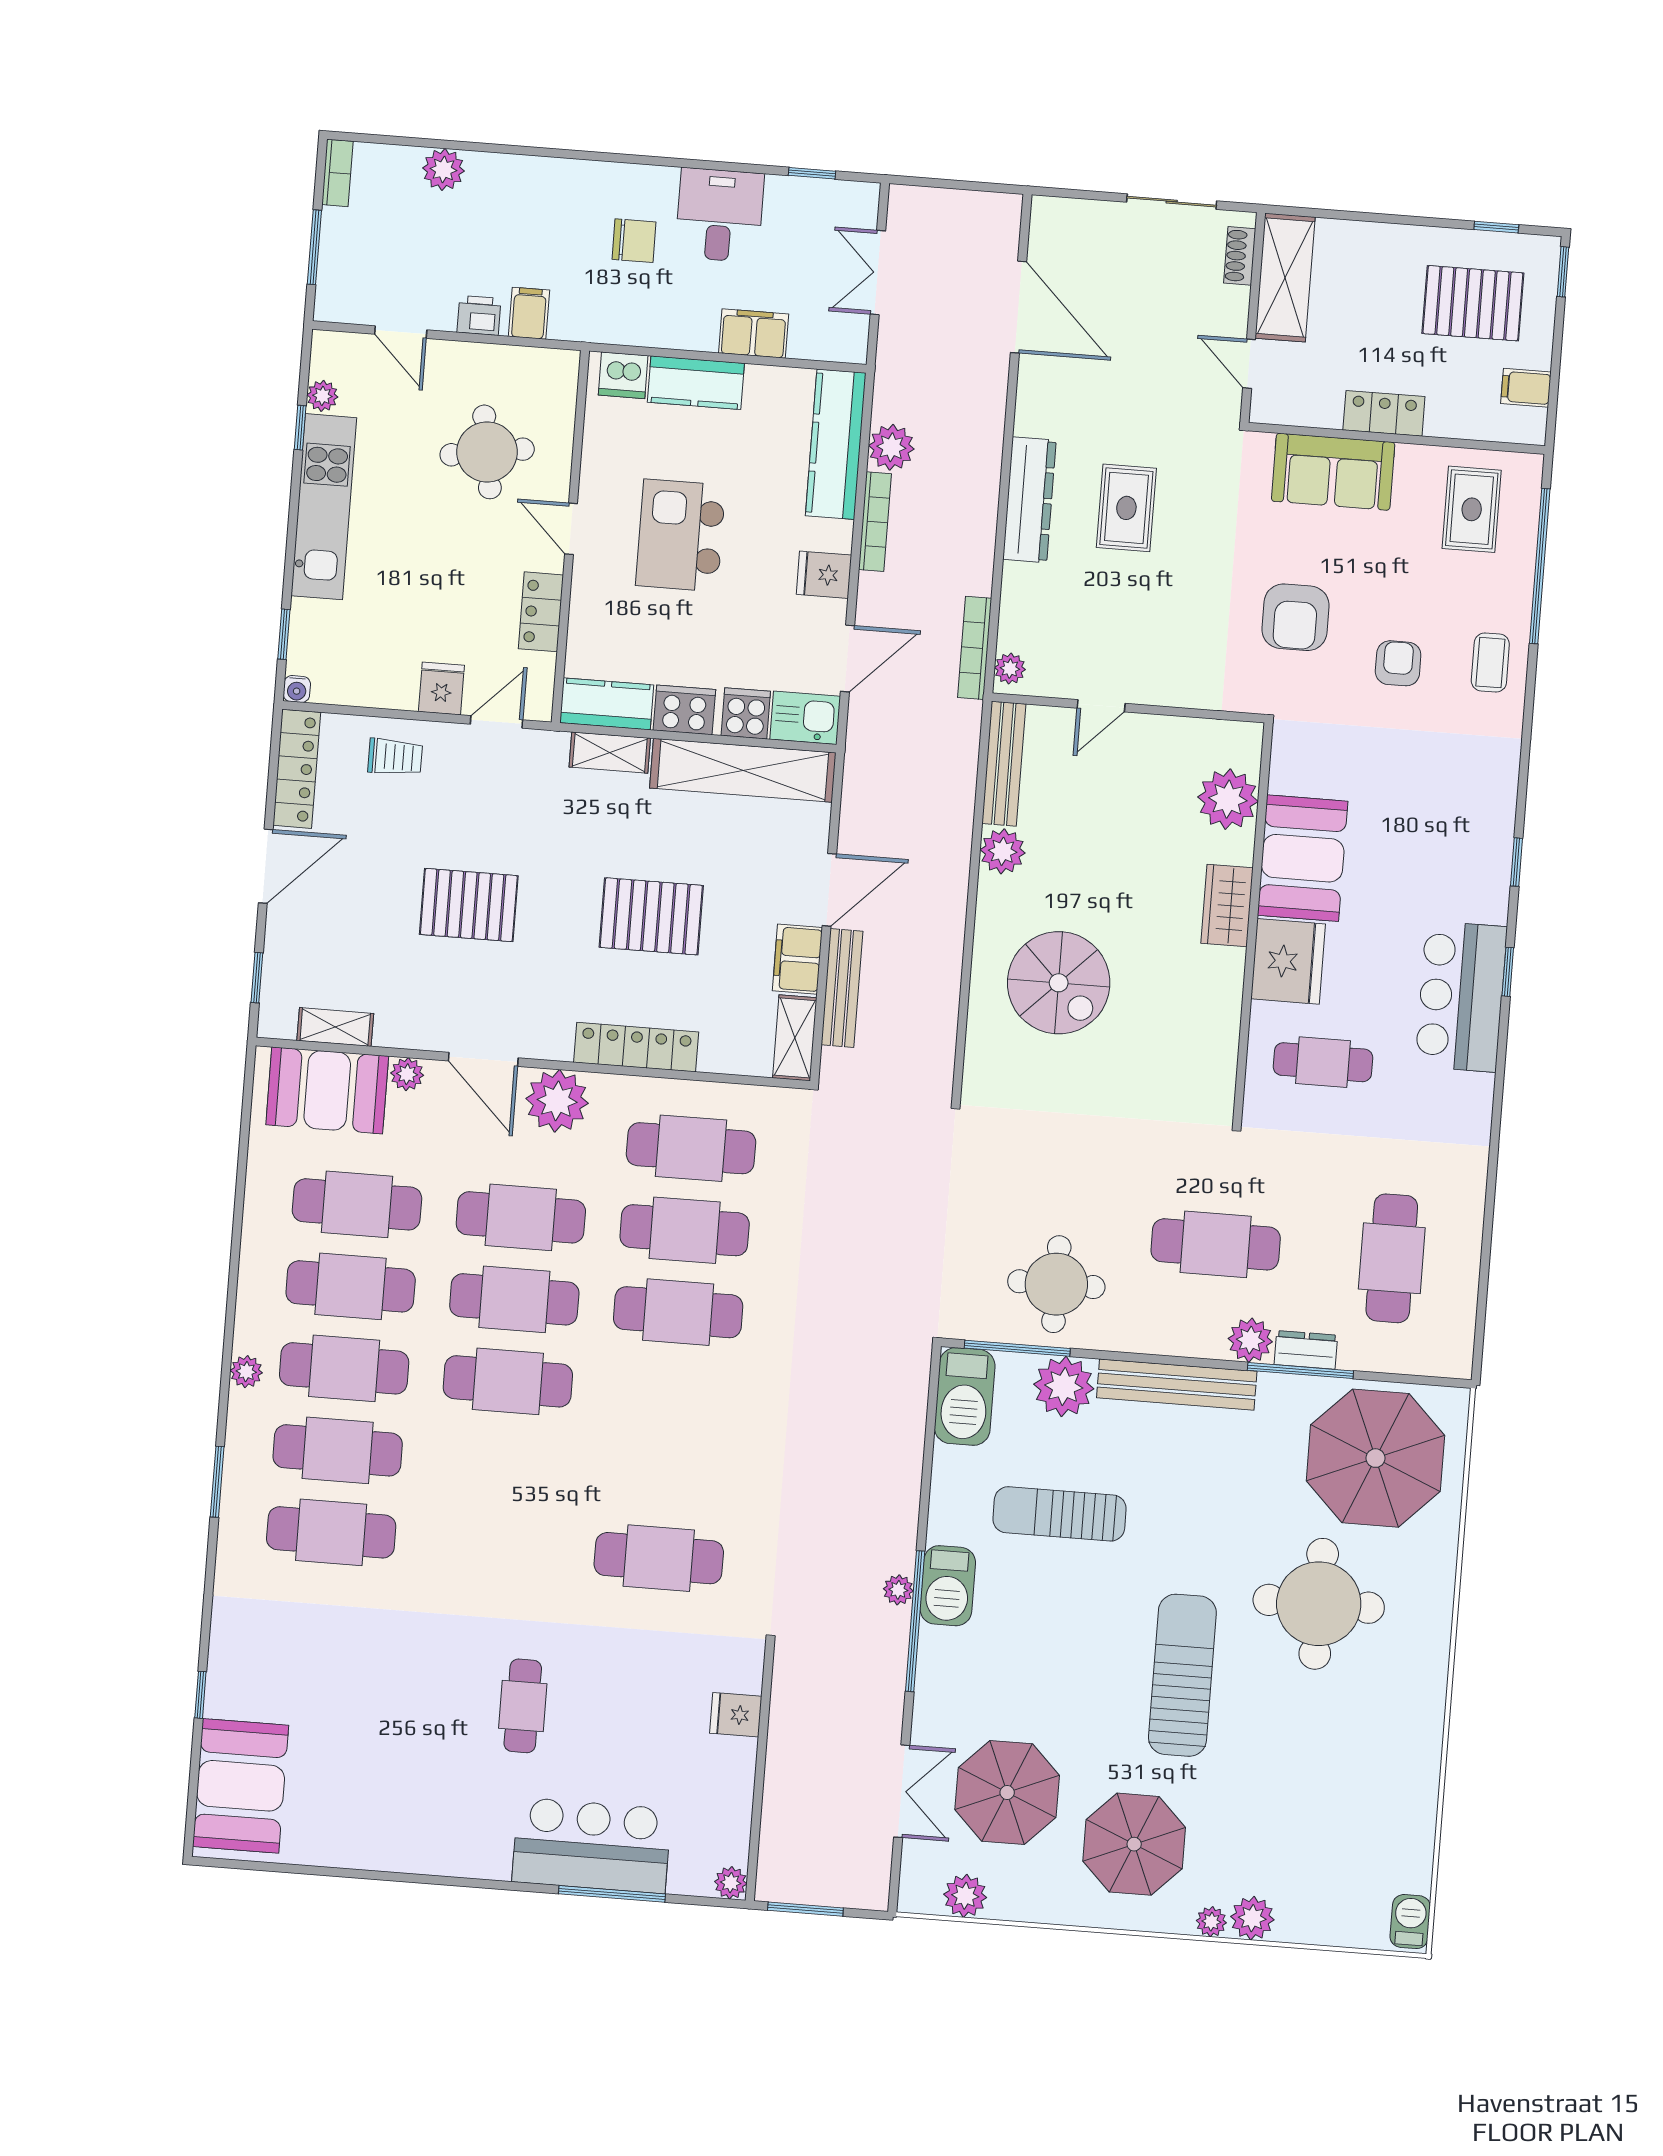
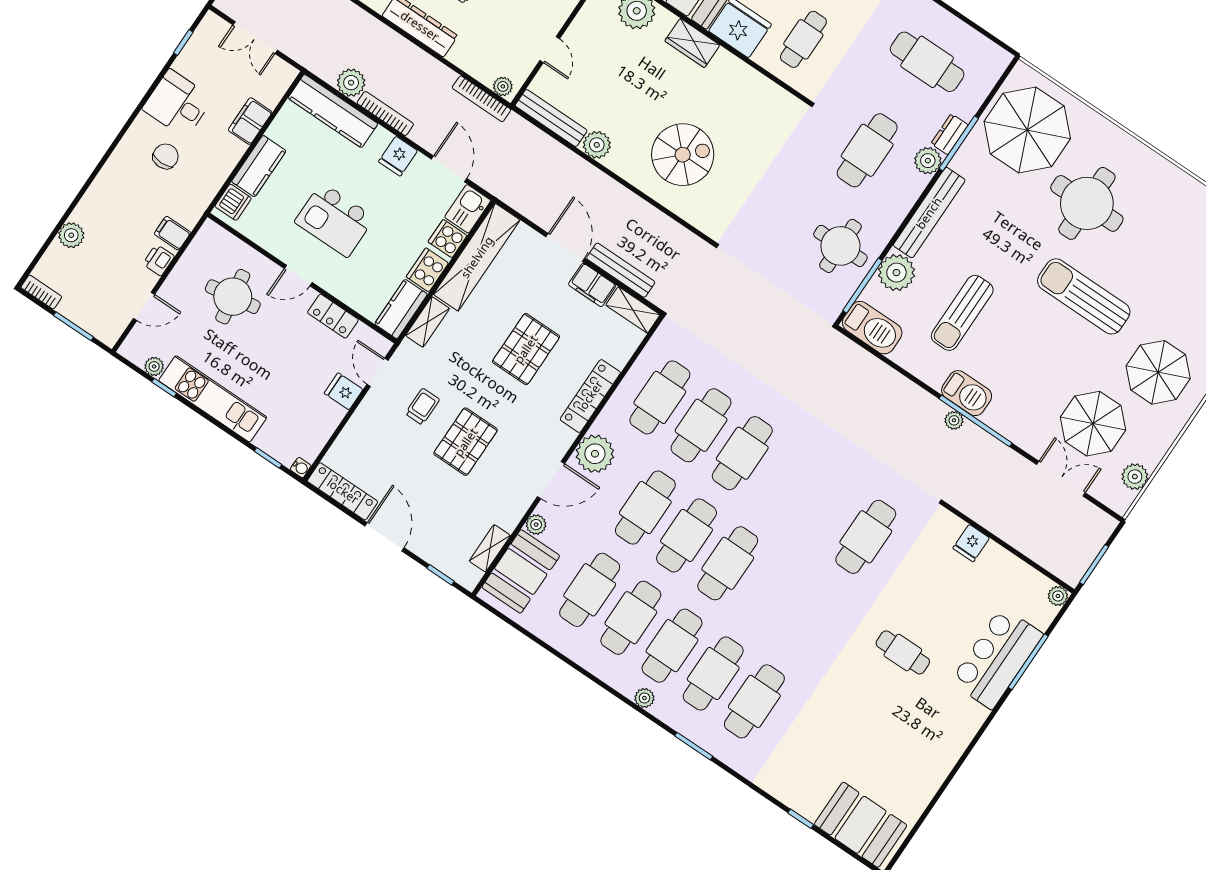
trolley: (395, 757) -> (422, 407), moved

